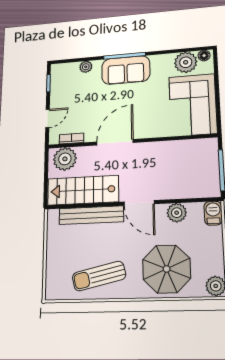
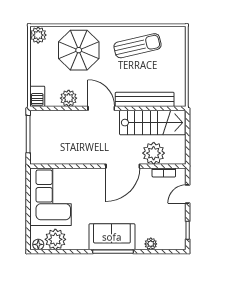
plant: (65, 159) -> (154, 153), moved

